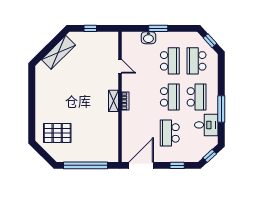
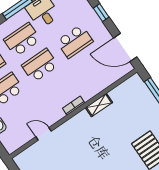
door: (120, 66) -> (44, 134), hinge flipped
shelving: (113, 101) -> (99, 105), moved

